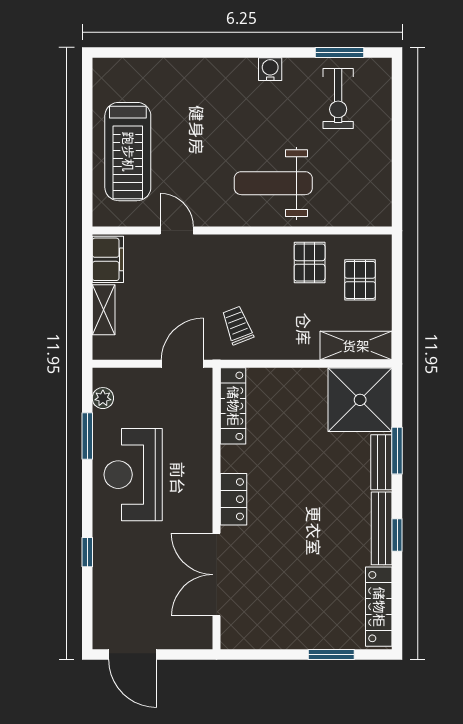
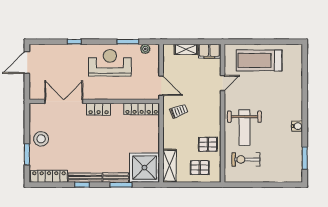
exercise bike: (338, 99) -> (246, 159), moved
weight bench: (273, 183) -> (244, 128), turned 180
stool: (298, 624) -> (41, 139), added

